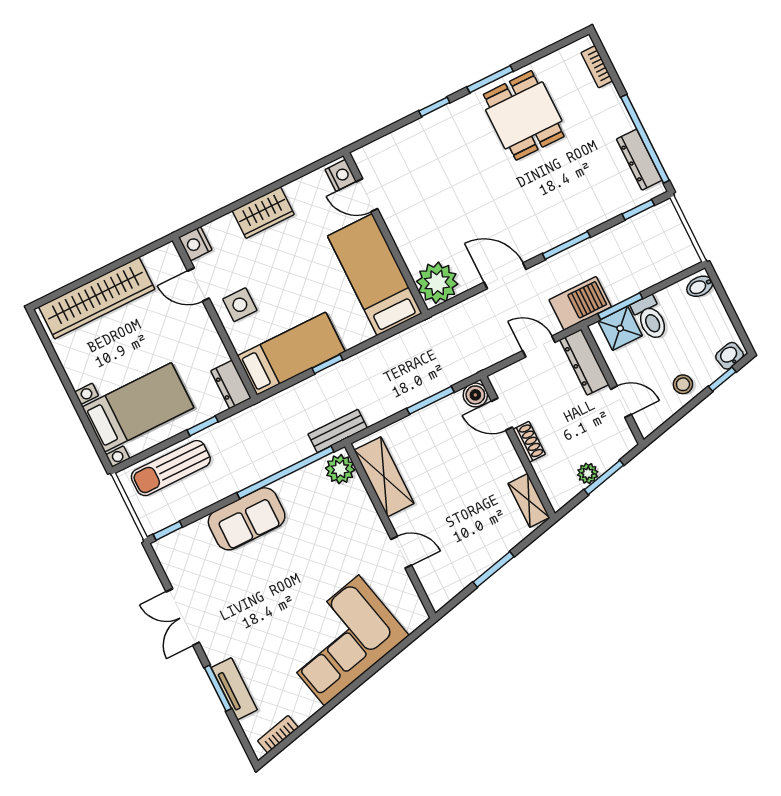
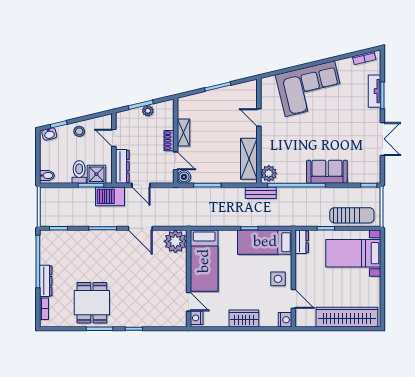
dresser: (639, 160) -> (46, 281), moved
shelving: (529, 500) -> (184, 133), moved

